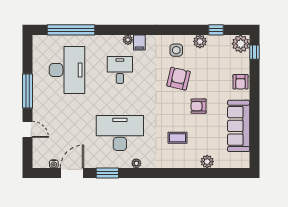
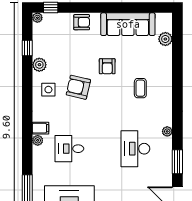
plant: (241, 44) -> (37, 18), width x0.53, depth x0.53
desk: (120, 133) -> (135, 149), width x0.73, depth x0.77
plant: (207, 162) -> (165, 39), moved

